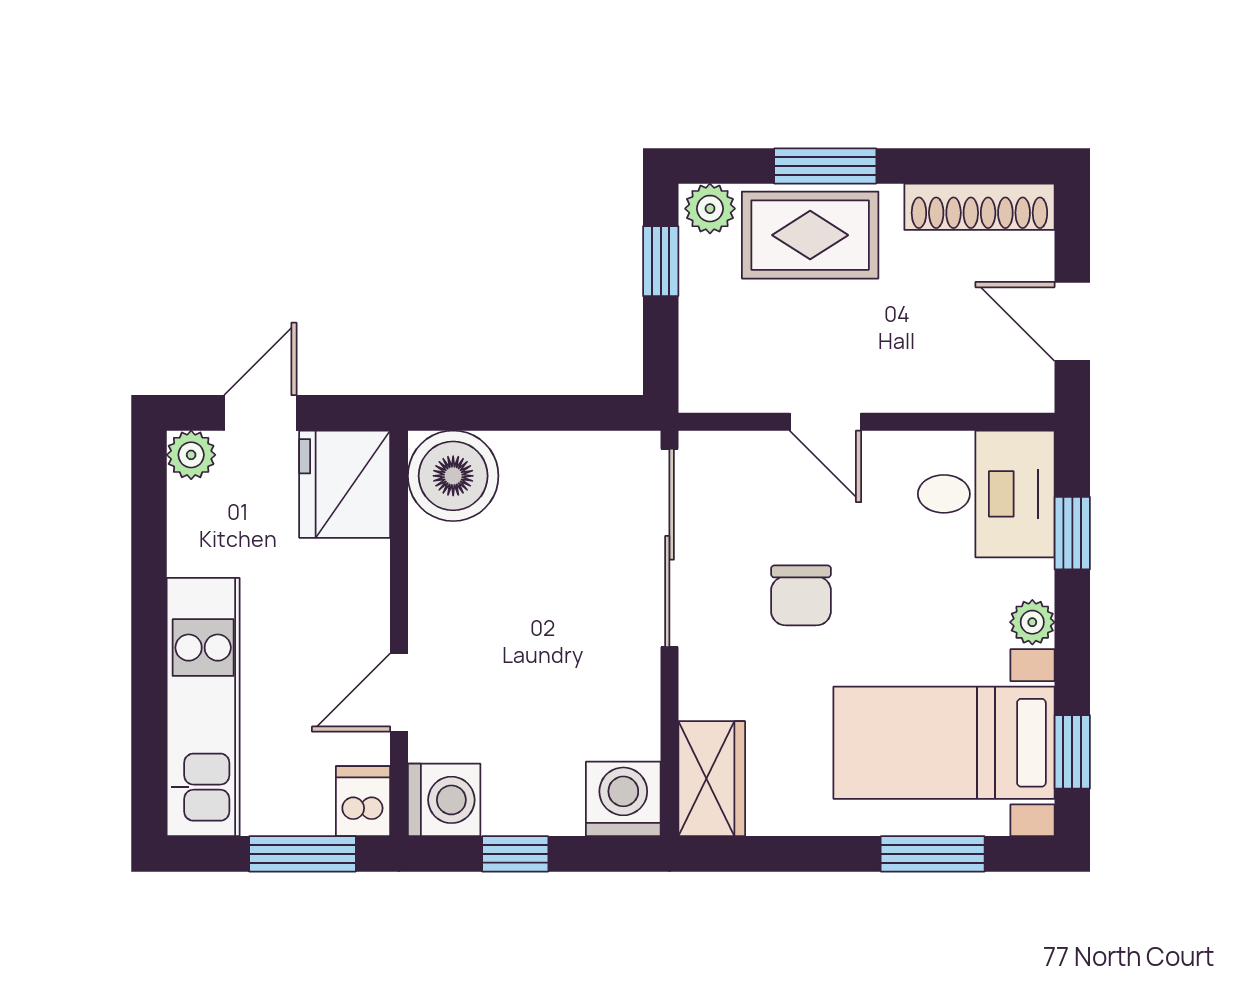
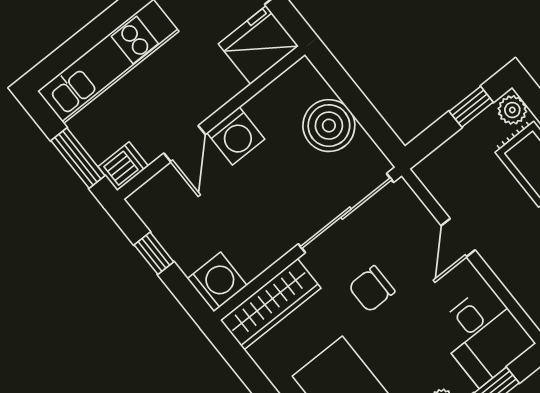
boiler: (453, 476) -> (329, 126), moved
door: (399, 693) -> (185, 144), swing flipped
wardrobe: (712, 779) -> (271, 304), width x1.50
washing machine: (444, 800) -> (236, 136), moved

